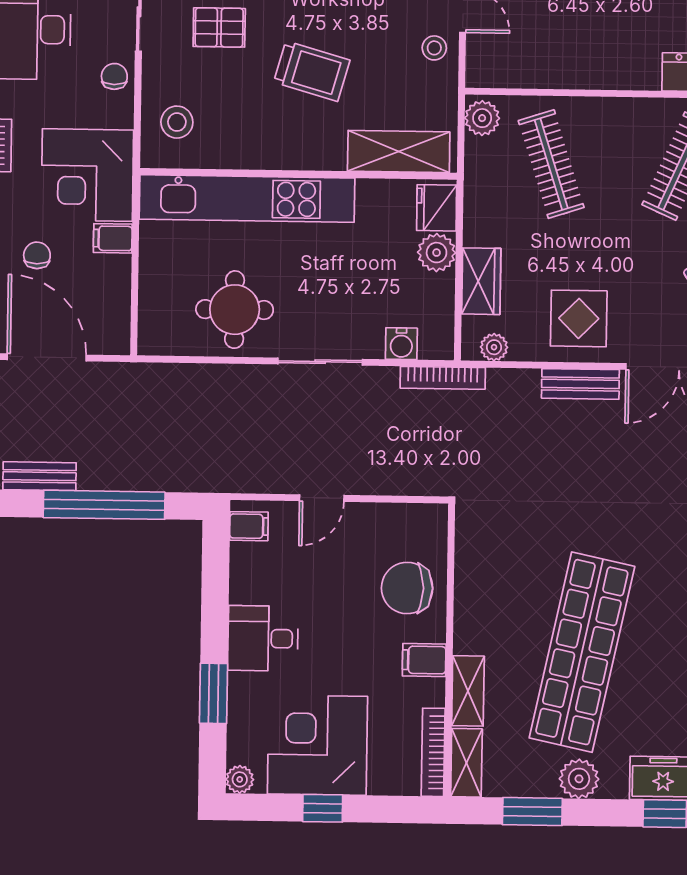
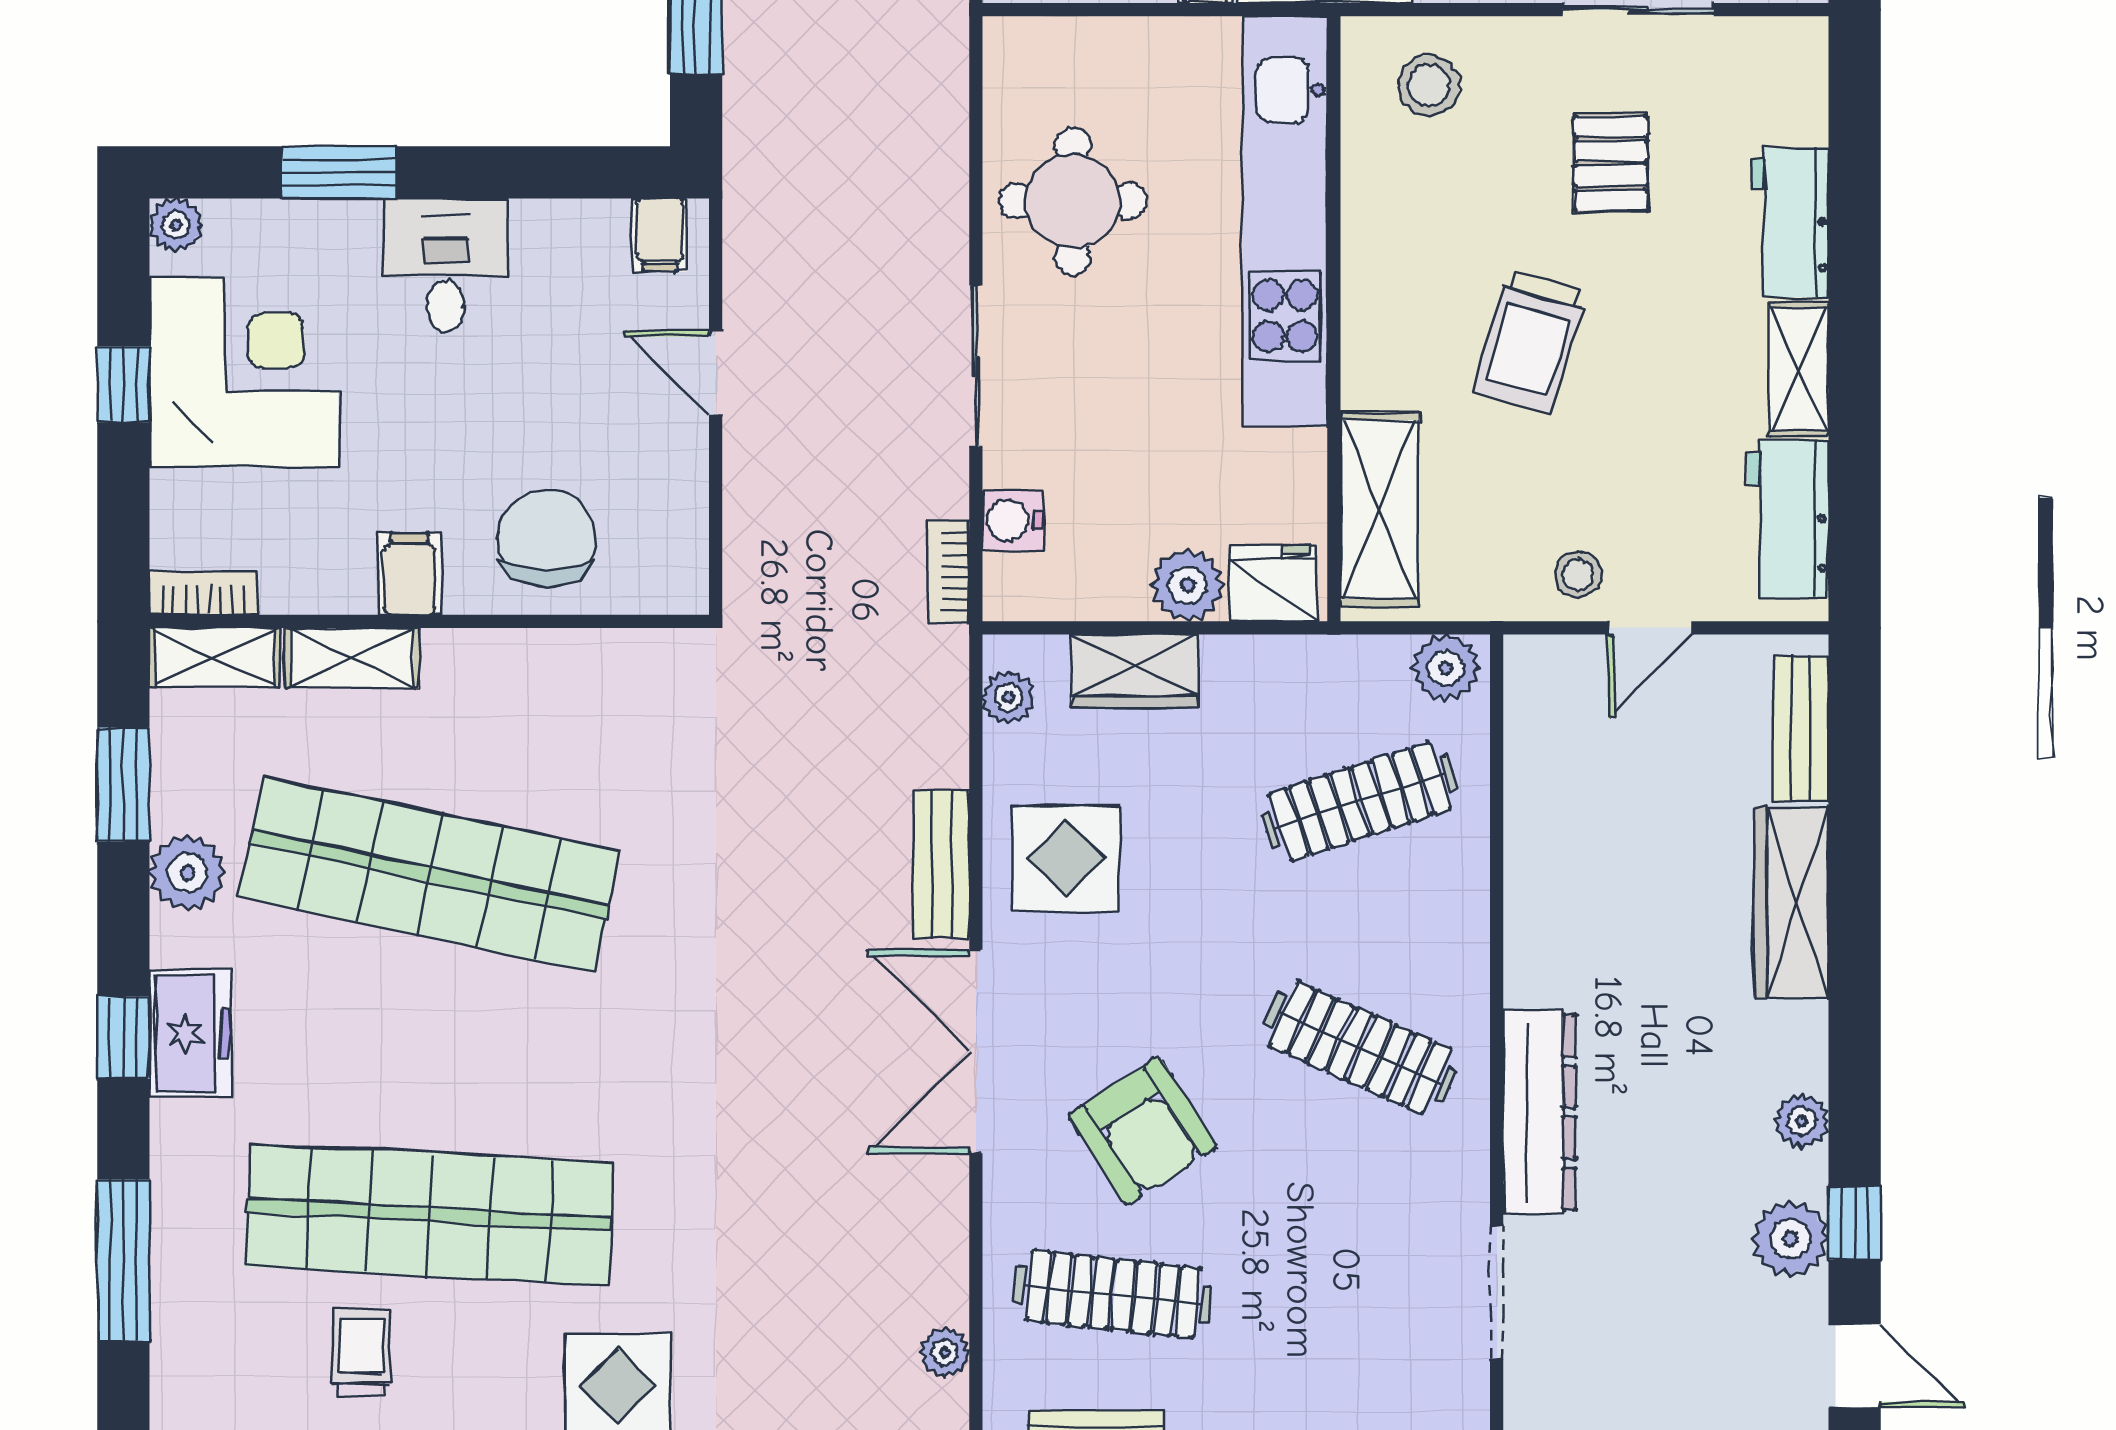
bookcase: (443, 378) -> (949, 571), width x0.64
bookcase: (433, 752) -> (203, 593), width x0.64

